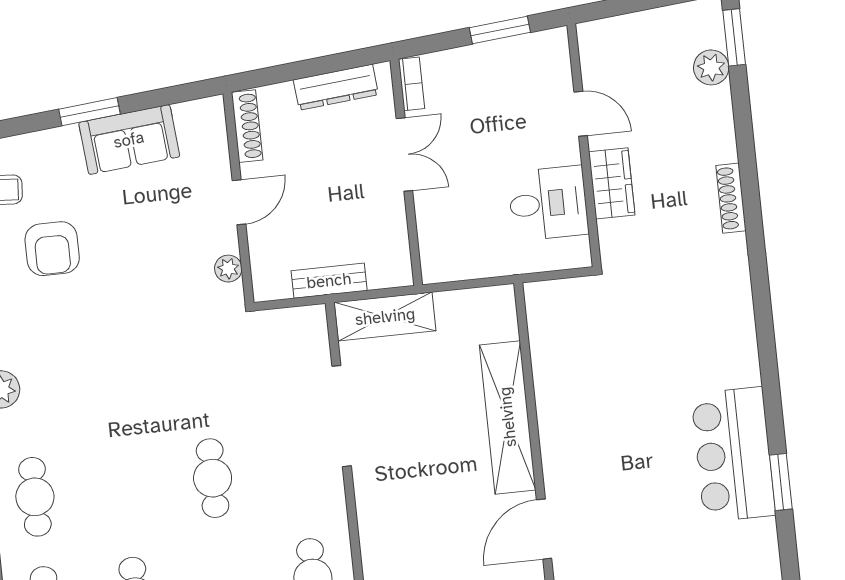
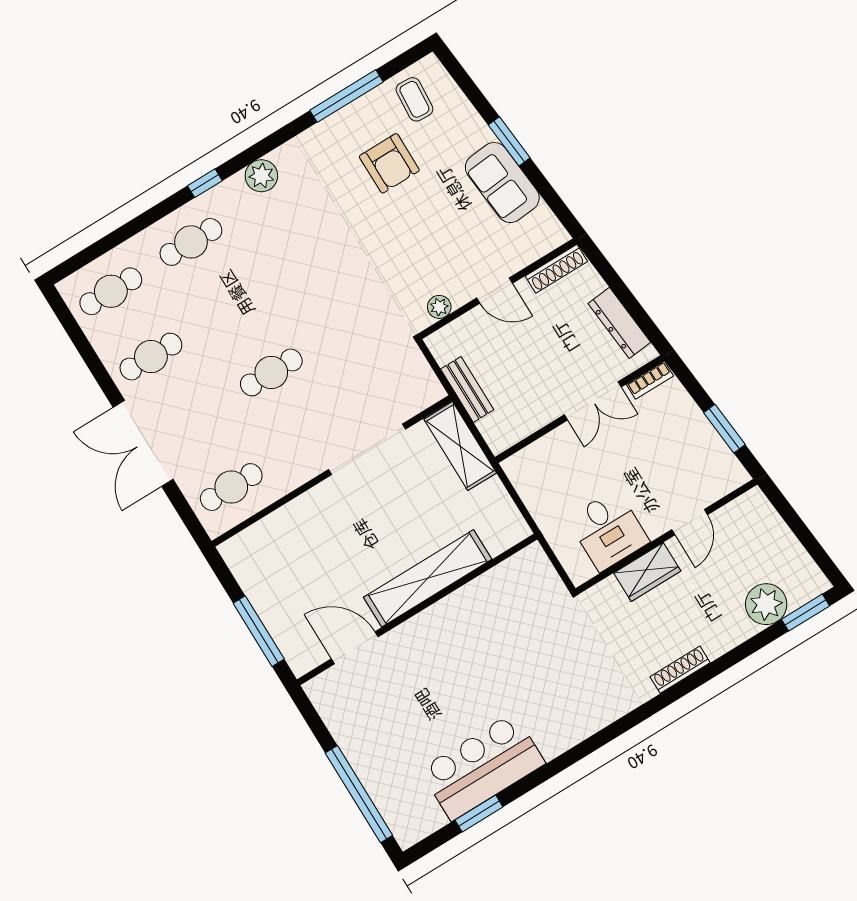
plant: (711, 67) -> (766, 604), width x1.36, depth x1.36
armchair: (52, 249) -> (389, 163), turned -90

